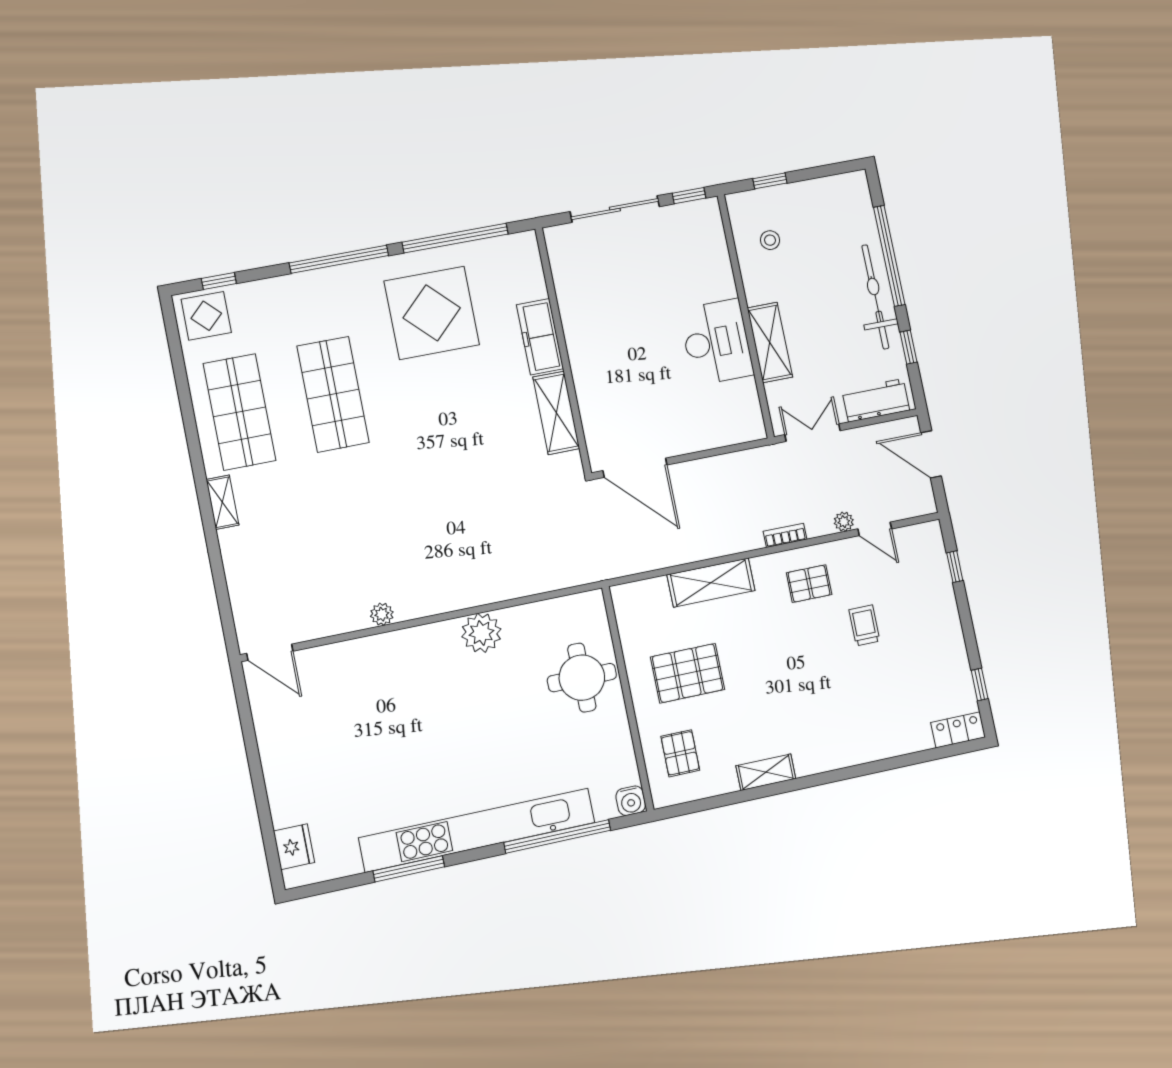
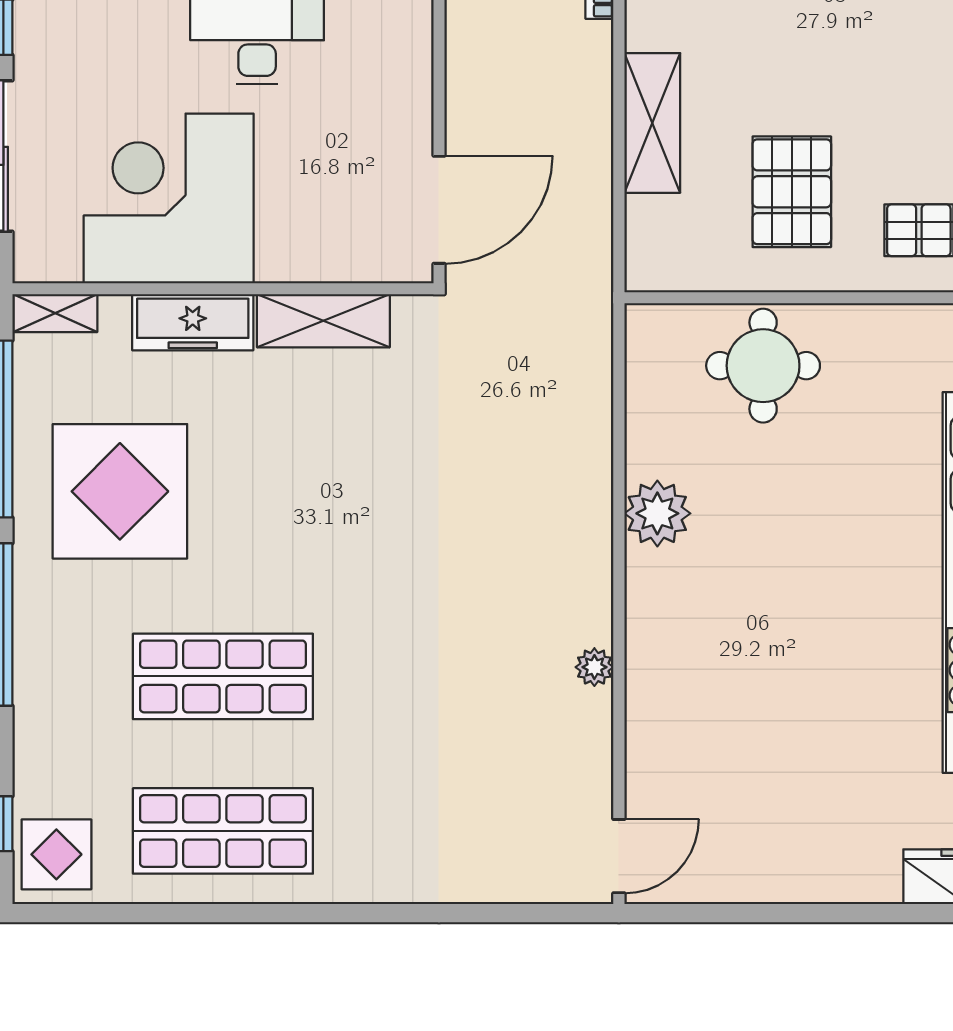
corner desk: (610, 309) -> (169, 198), added
shelving: (222, 502) -> (55, 313), moved

